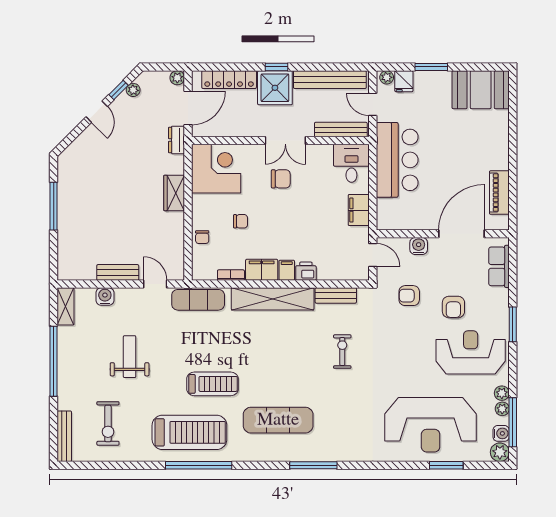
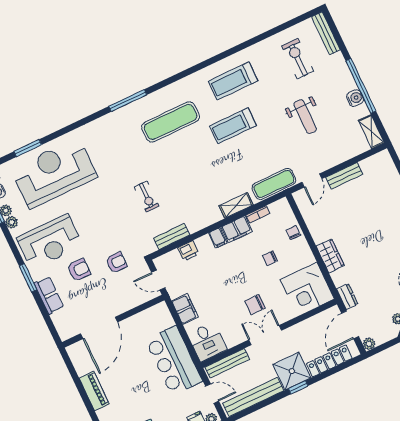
piano: (499, 193) -> (94, 391), moved
water cooler: (419, 246) -> (127, 303), removed
row of seats: (499, 266) -> (49, 295), moved
printer: (306, 271) -> (188, 251), moved
door: (155, 284) -> (312, 180), hinge flipped
water cooler: (105, 297) -> (355, 98), moved, turned -90
shelving: (273, 299) -> (236, 205), width x0.45, depth x0.75
armchair: (453, 307) -> (79, 270), turned 90
treadmill: (189, 432) -> (233, 81), width x0.73, depth x0.73
window: (199, 465) -> (214, 59), removed

